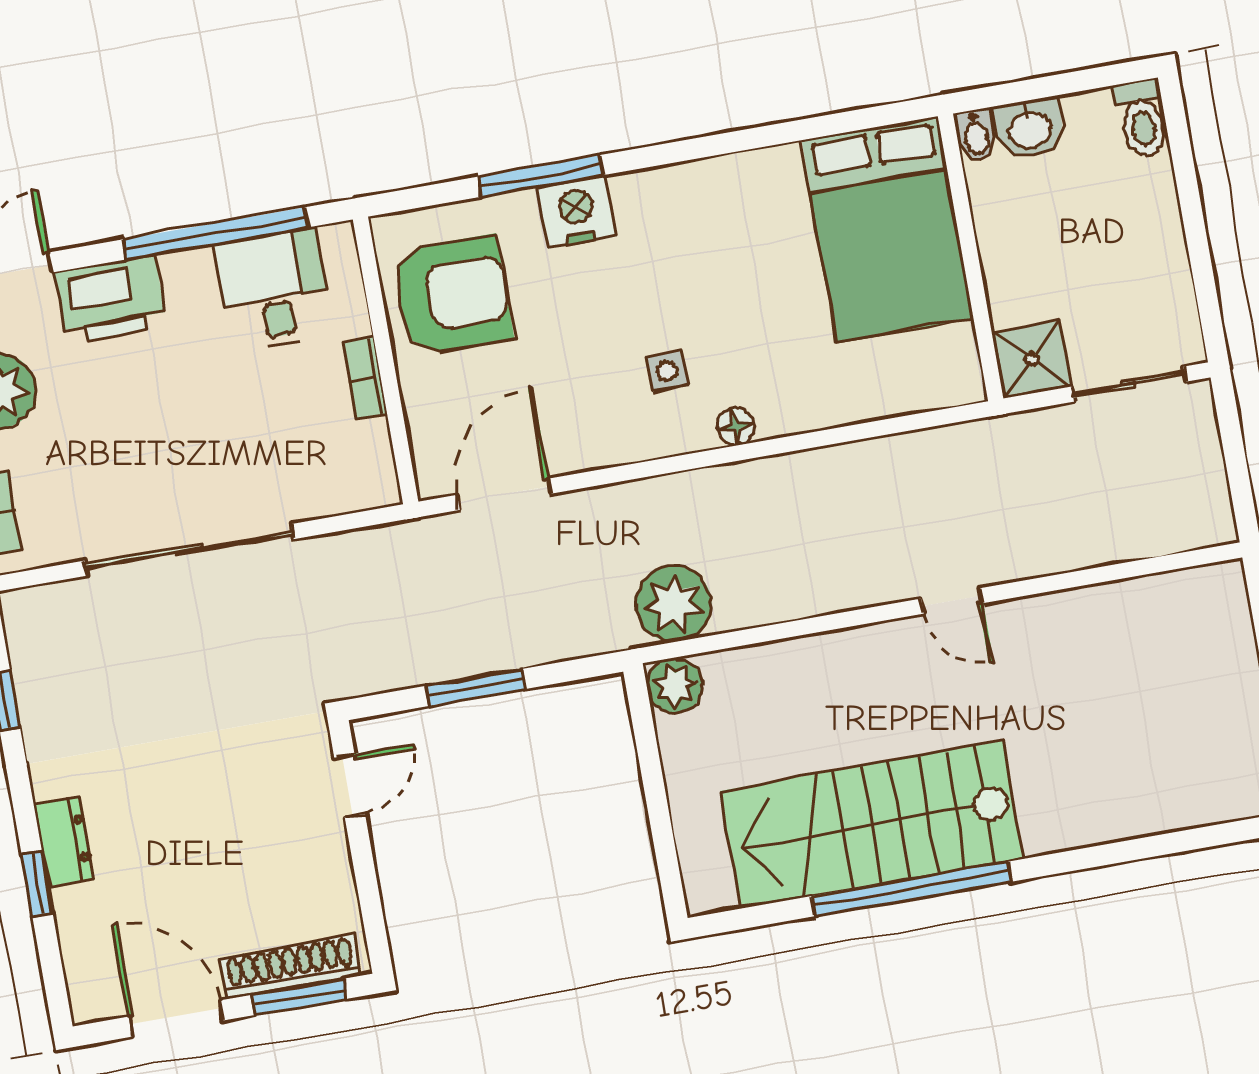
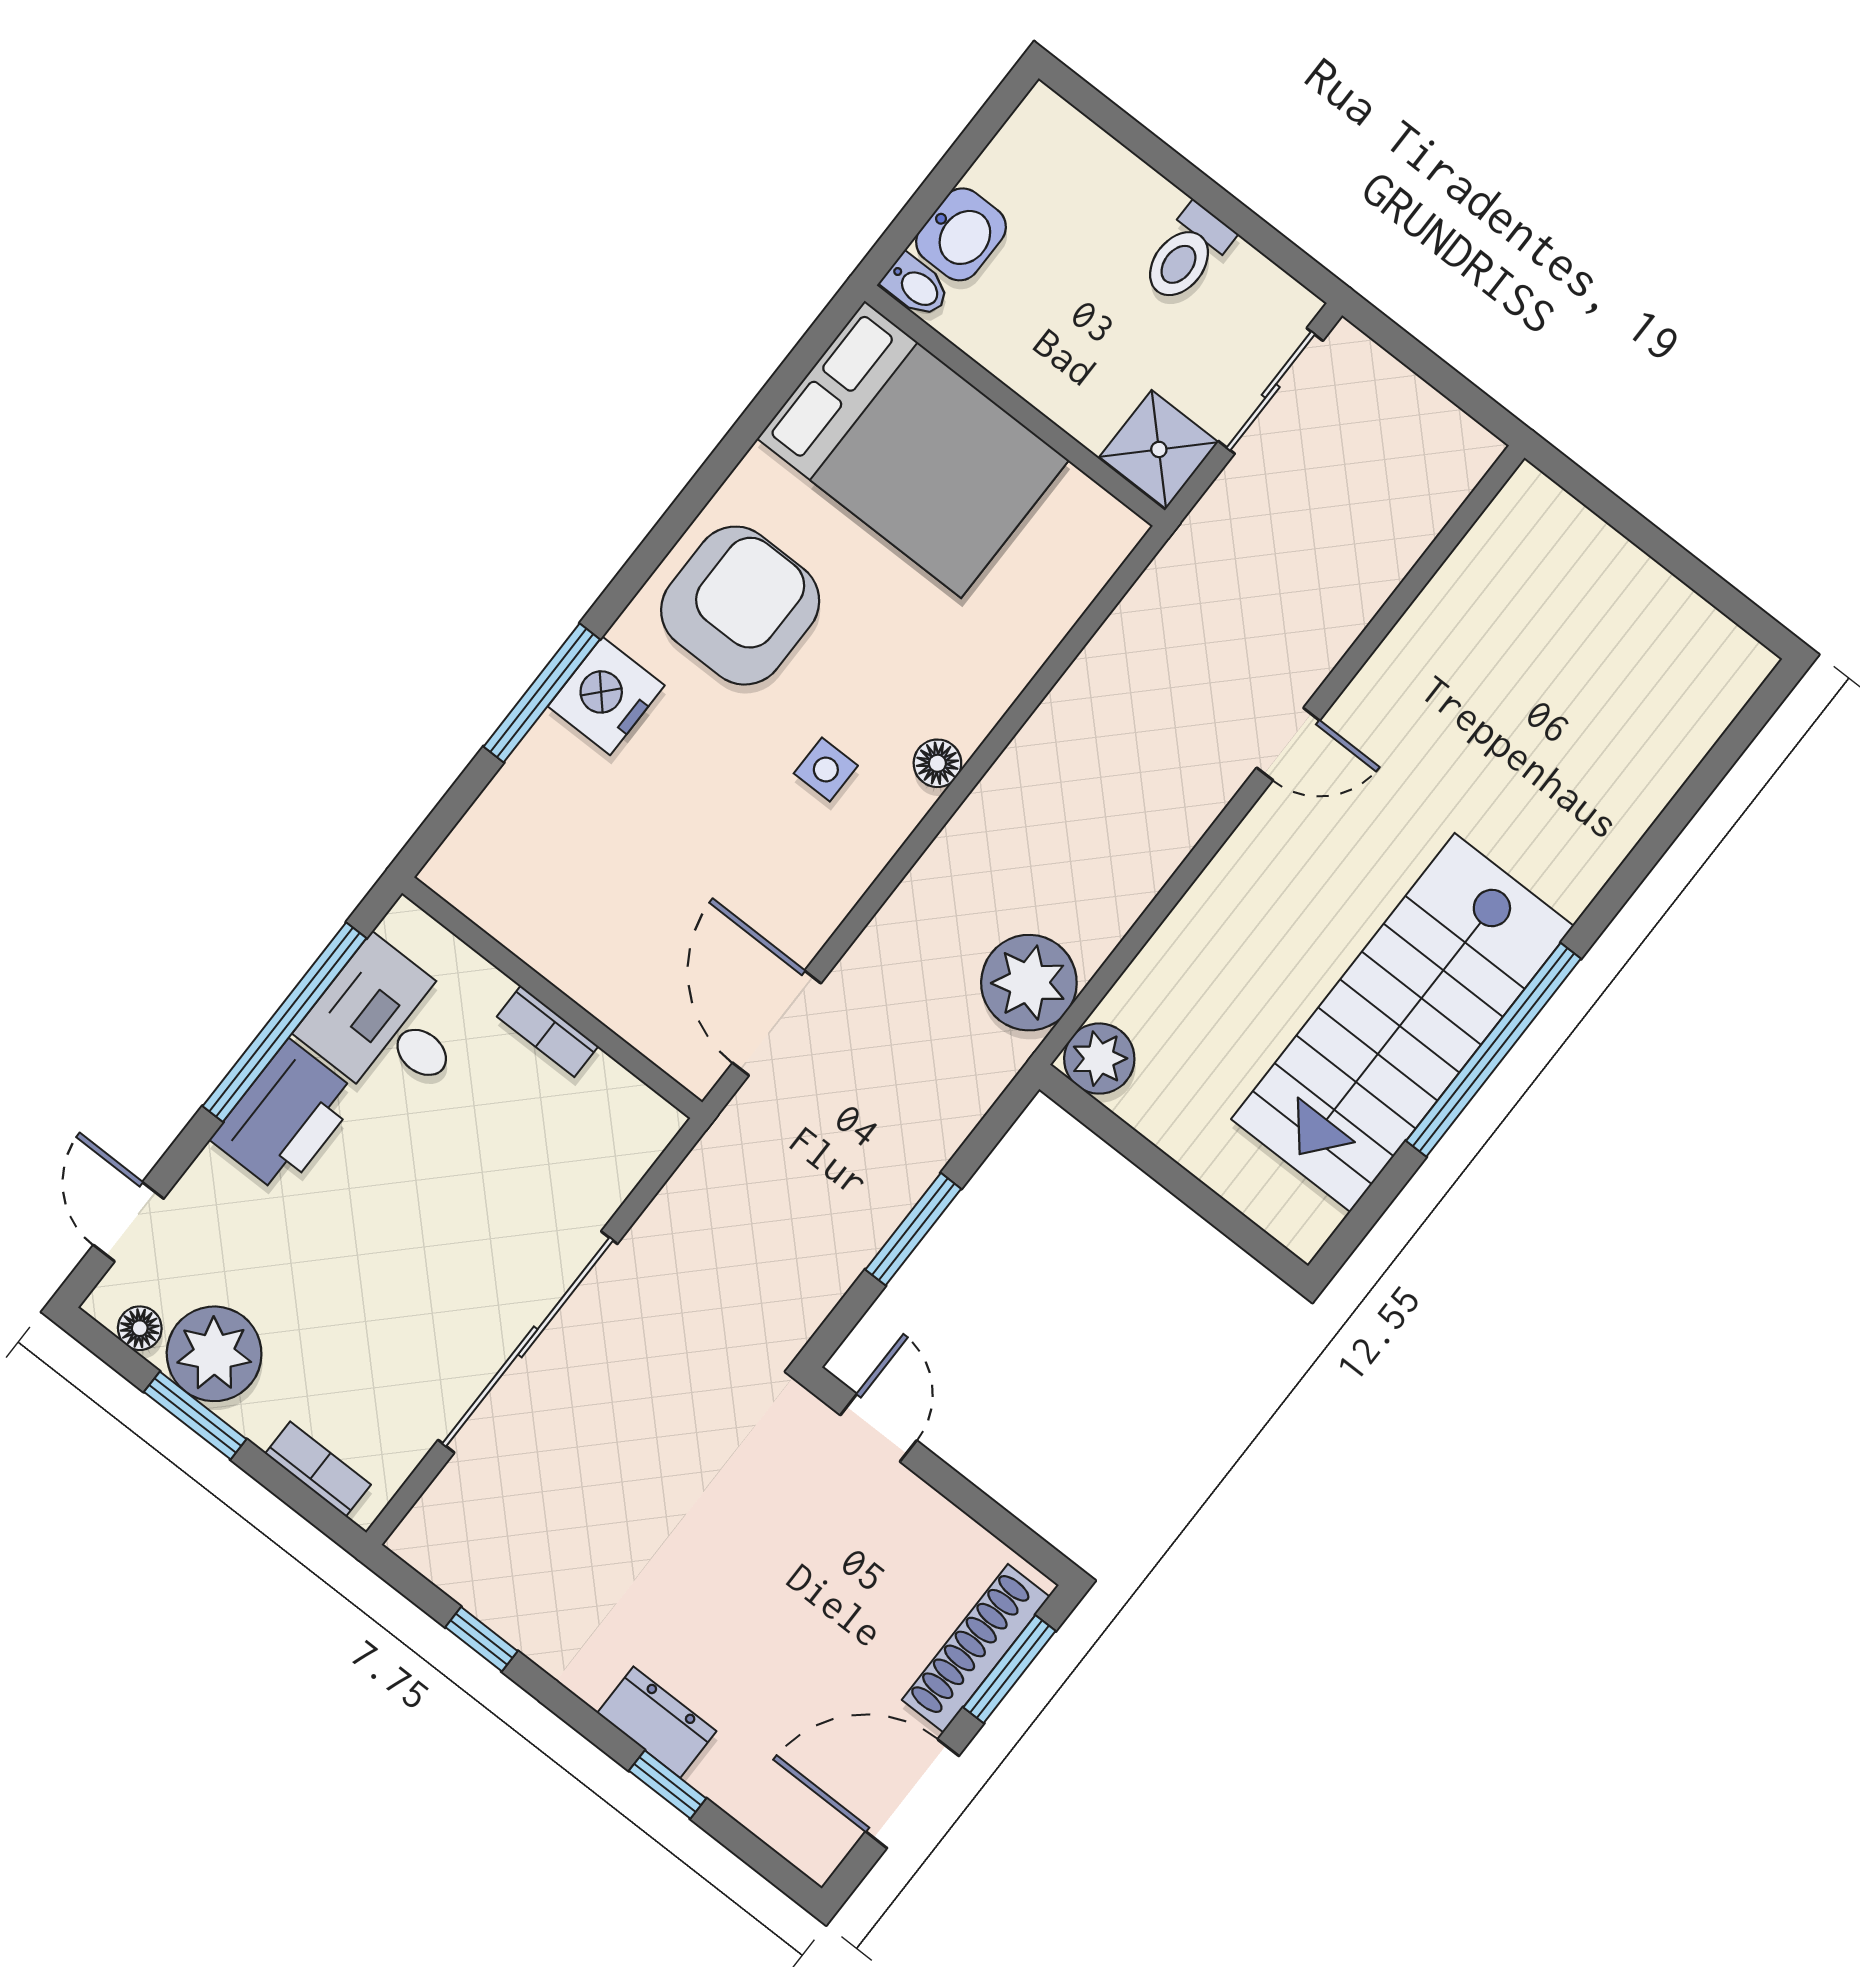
toilet: (1142, 118) -> (1187, 254), moved, turned 90
armchair: (452, 295) -> (740, 606), moved
printer: (111, 299) -> (285, 1117), moved

